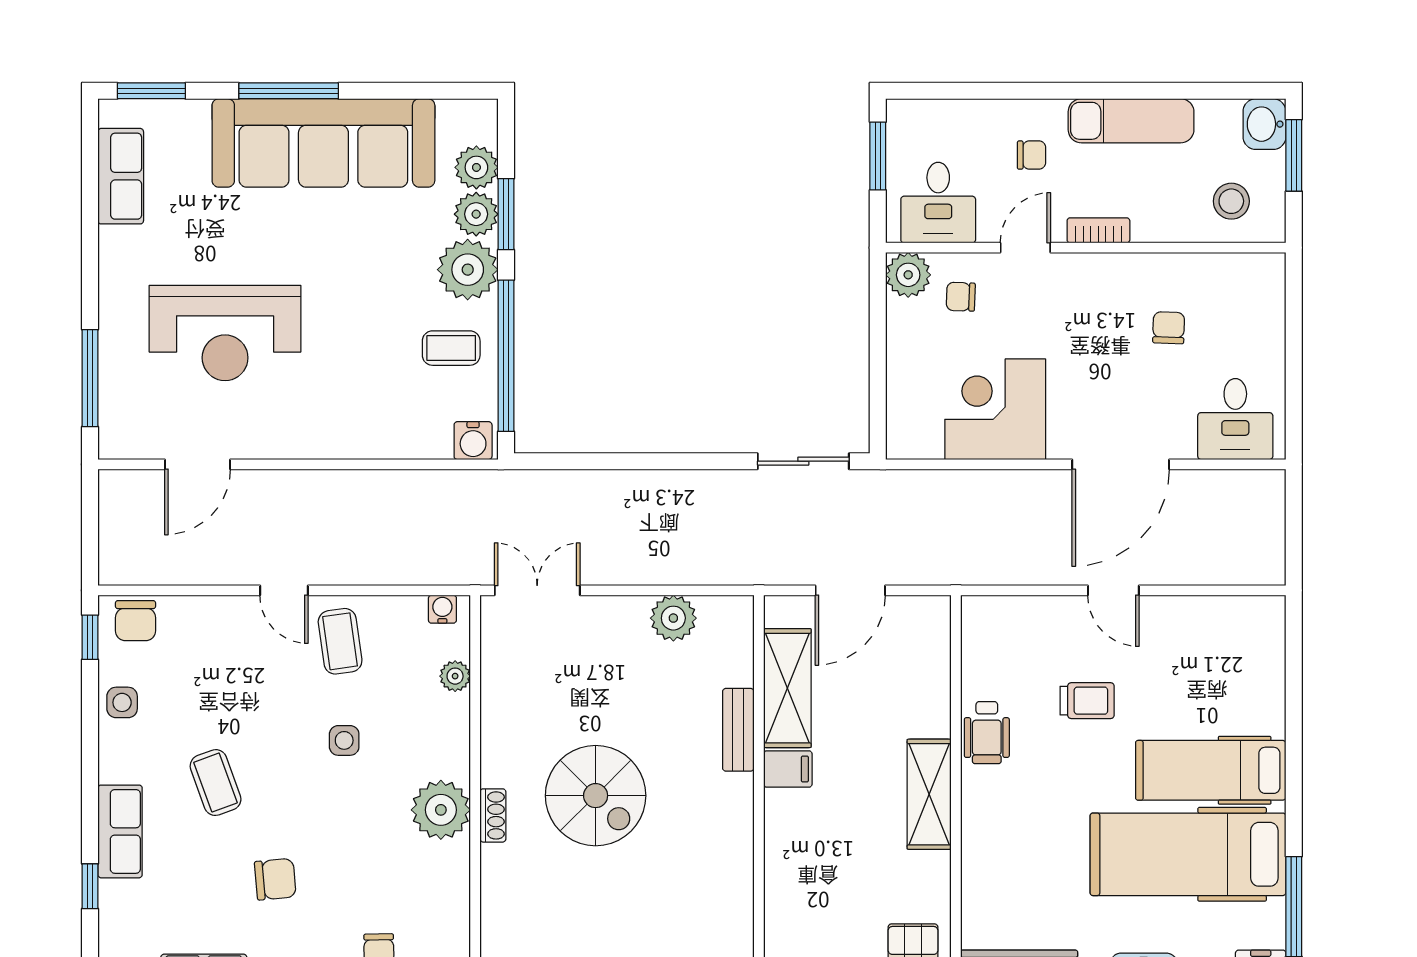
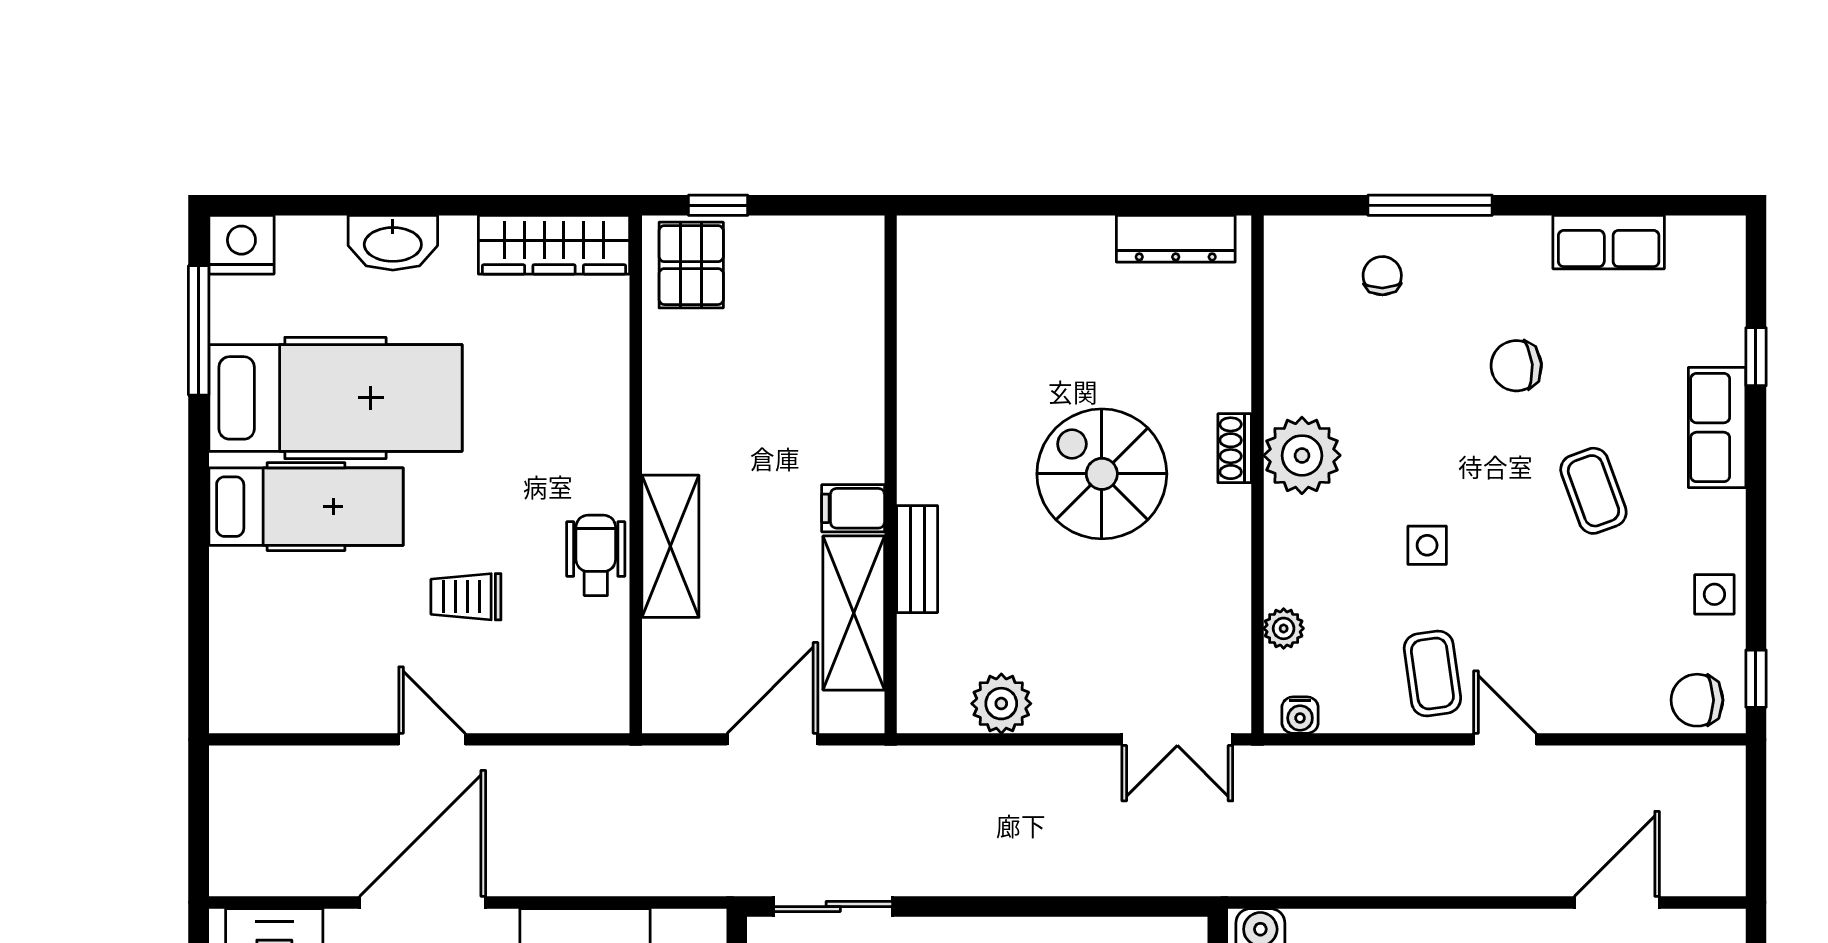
chair: (136, 621) -> (1697, 700), turned -90
shelving: (929, 794) -> (670, 546), moved

